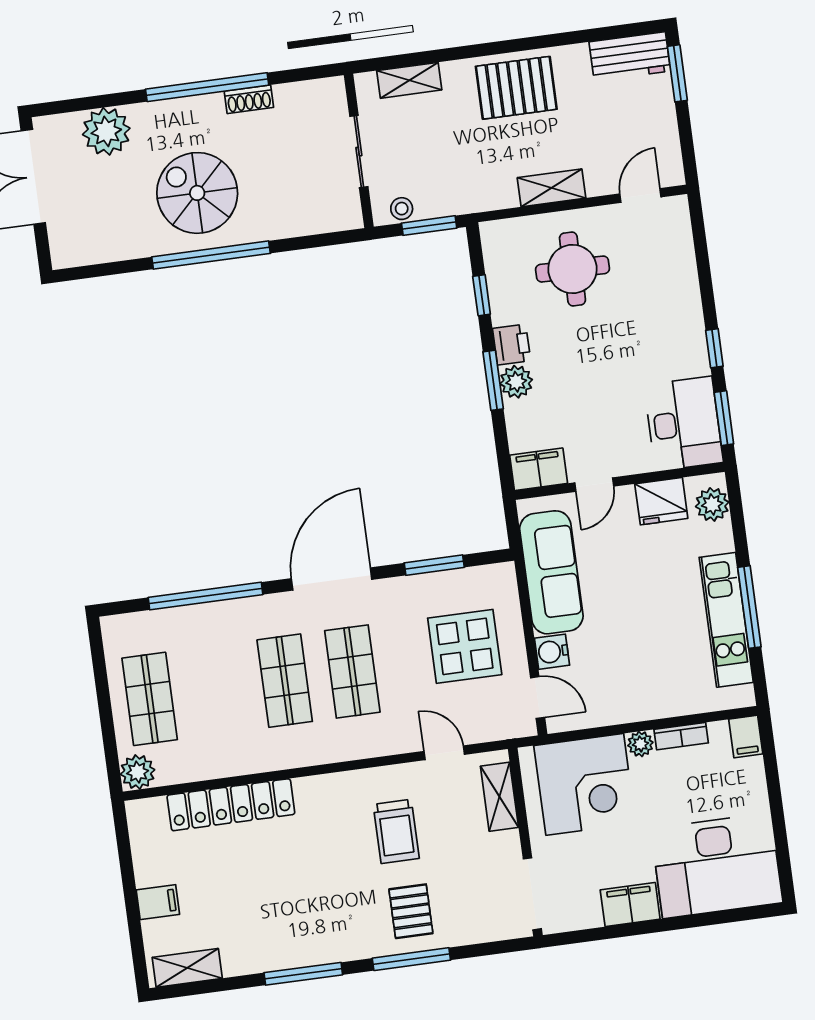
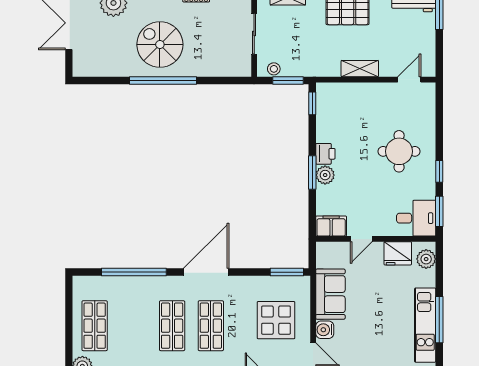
round table: (572, 269) -> (399, 151), moved
window: (482, 295) -> (312, 103), moved
desk: (684, 424) -> (416, 218), width x0.73
window: (434, 565) -> (287, 272), moved
sofa: (551, 572) -> (330, 294), width x0.73

